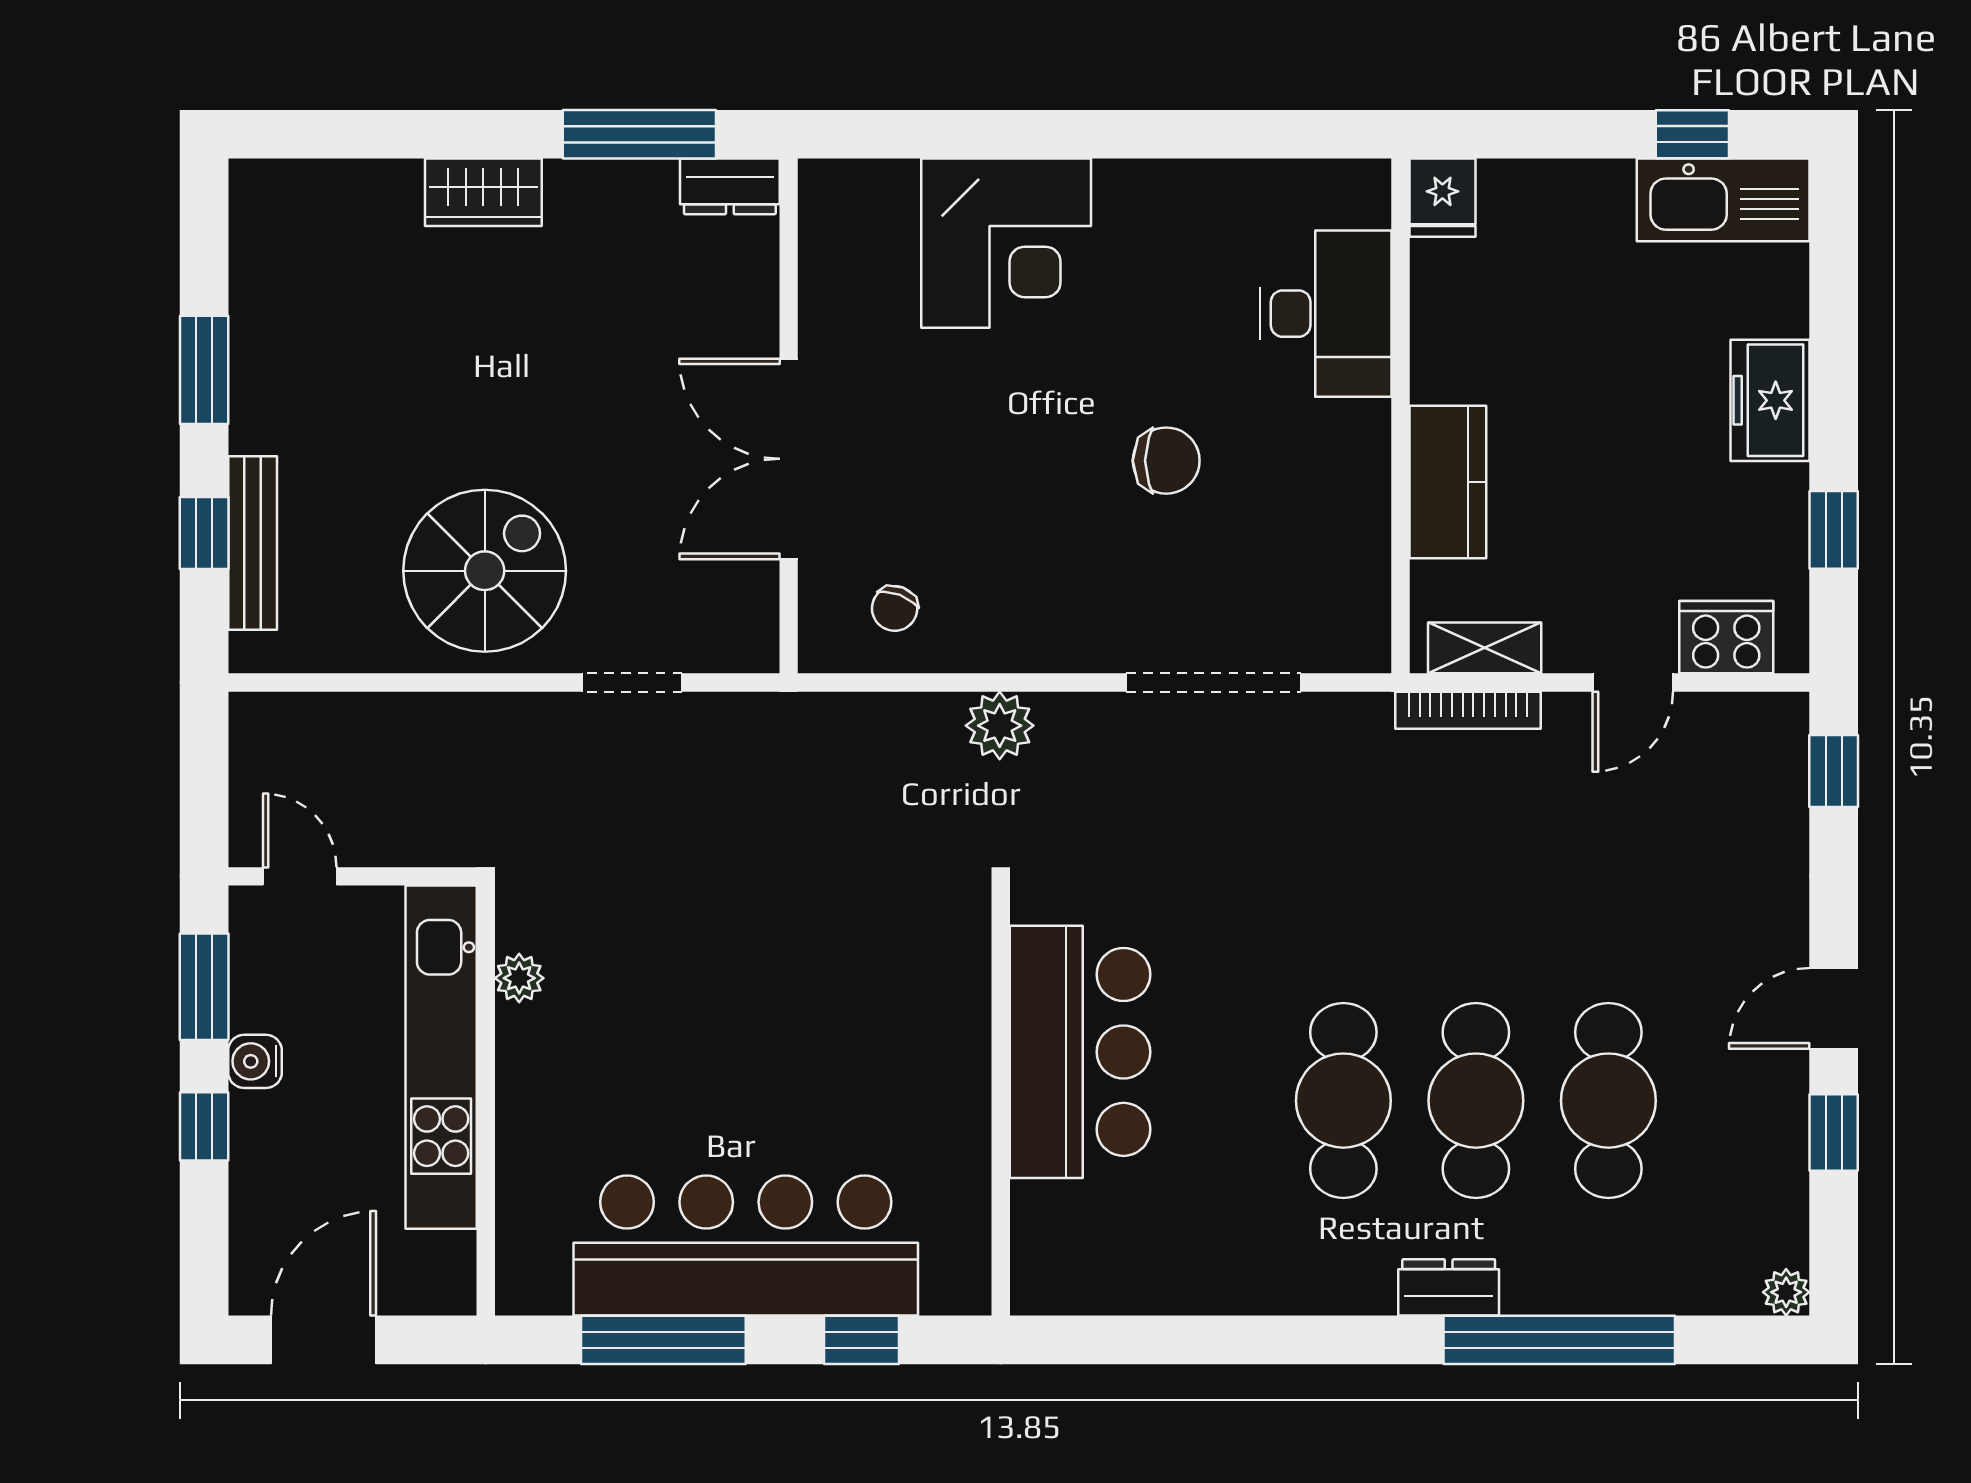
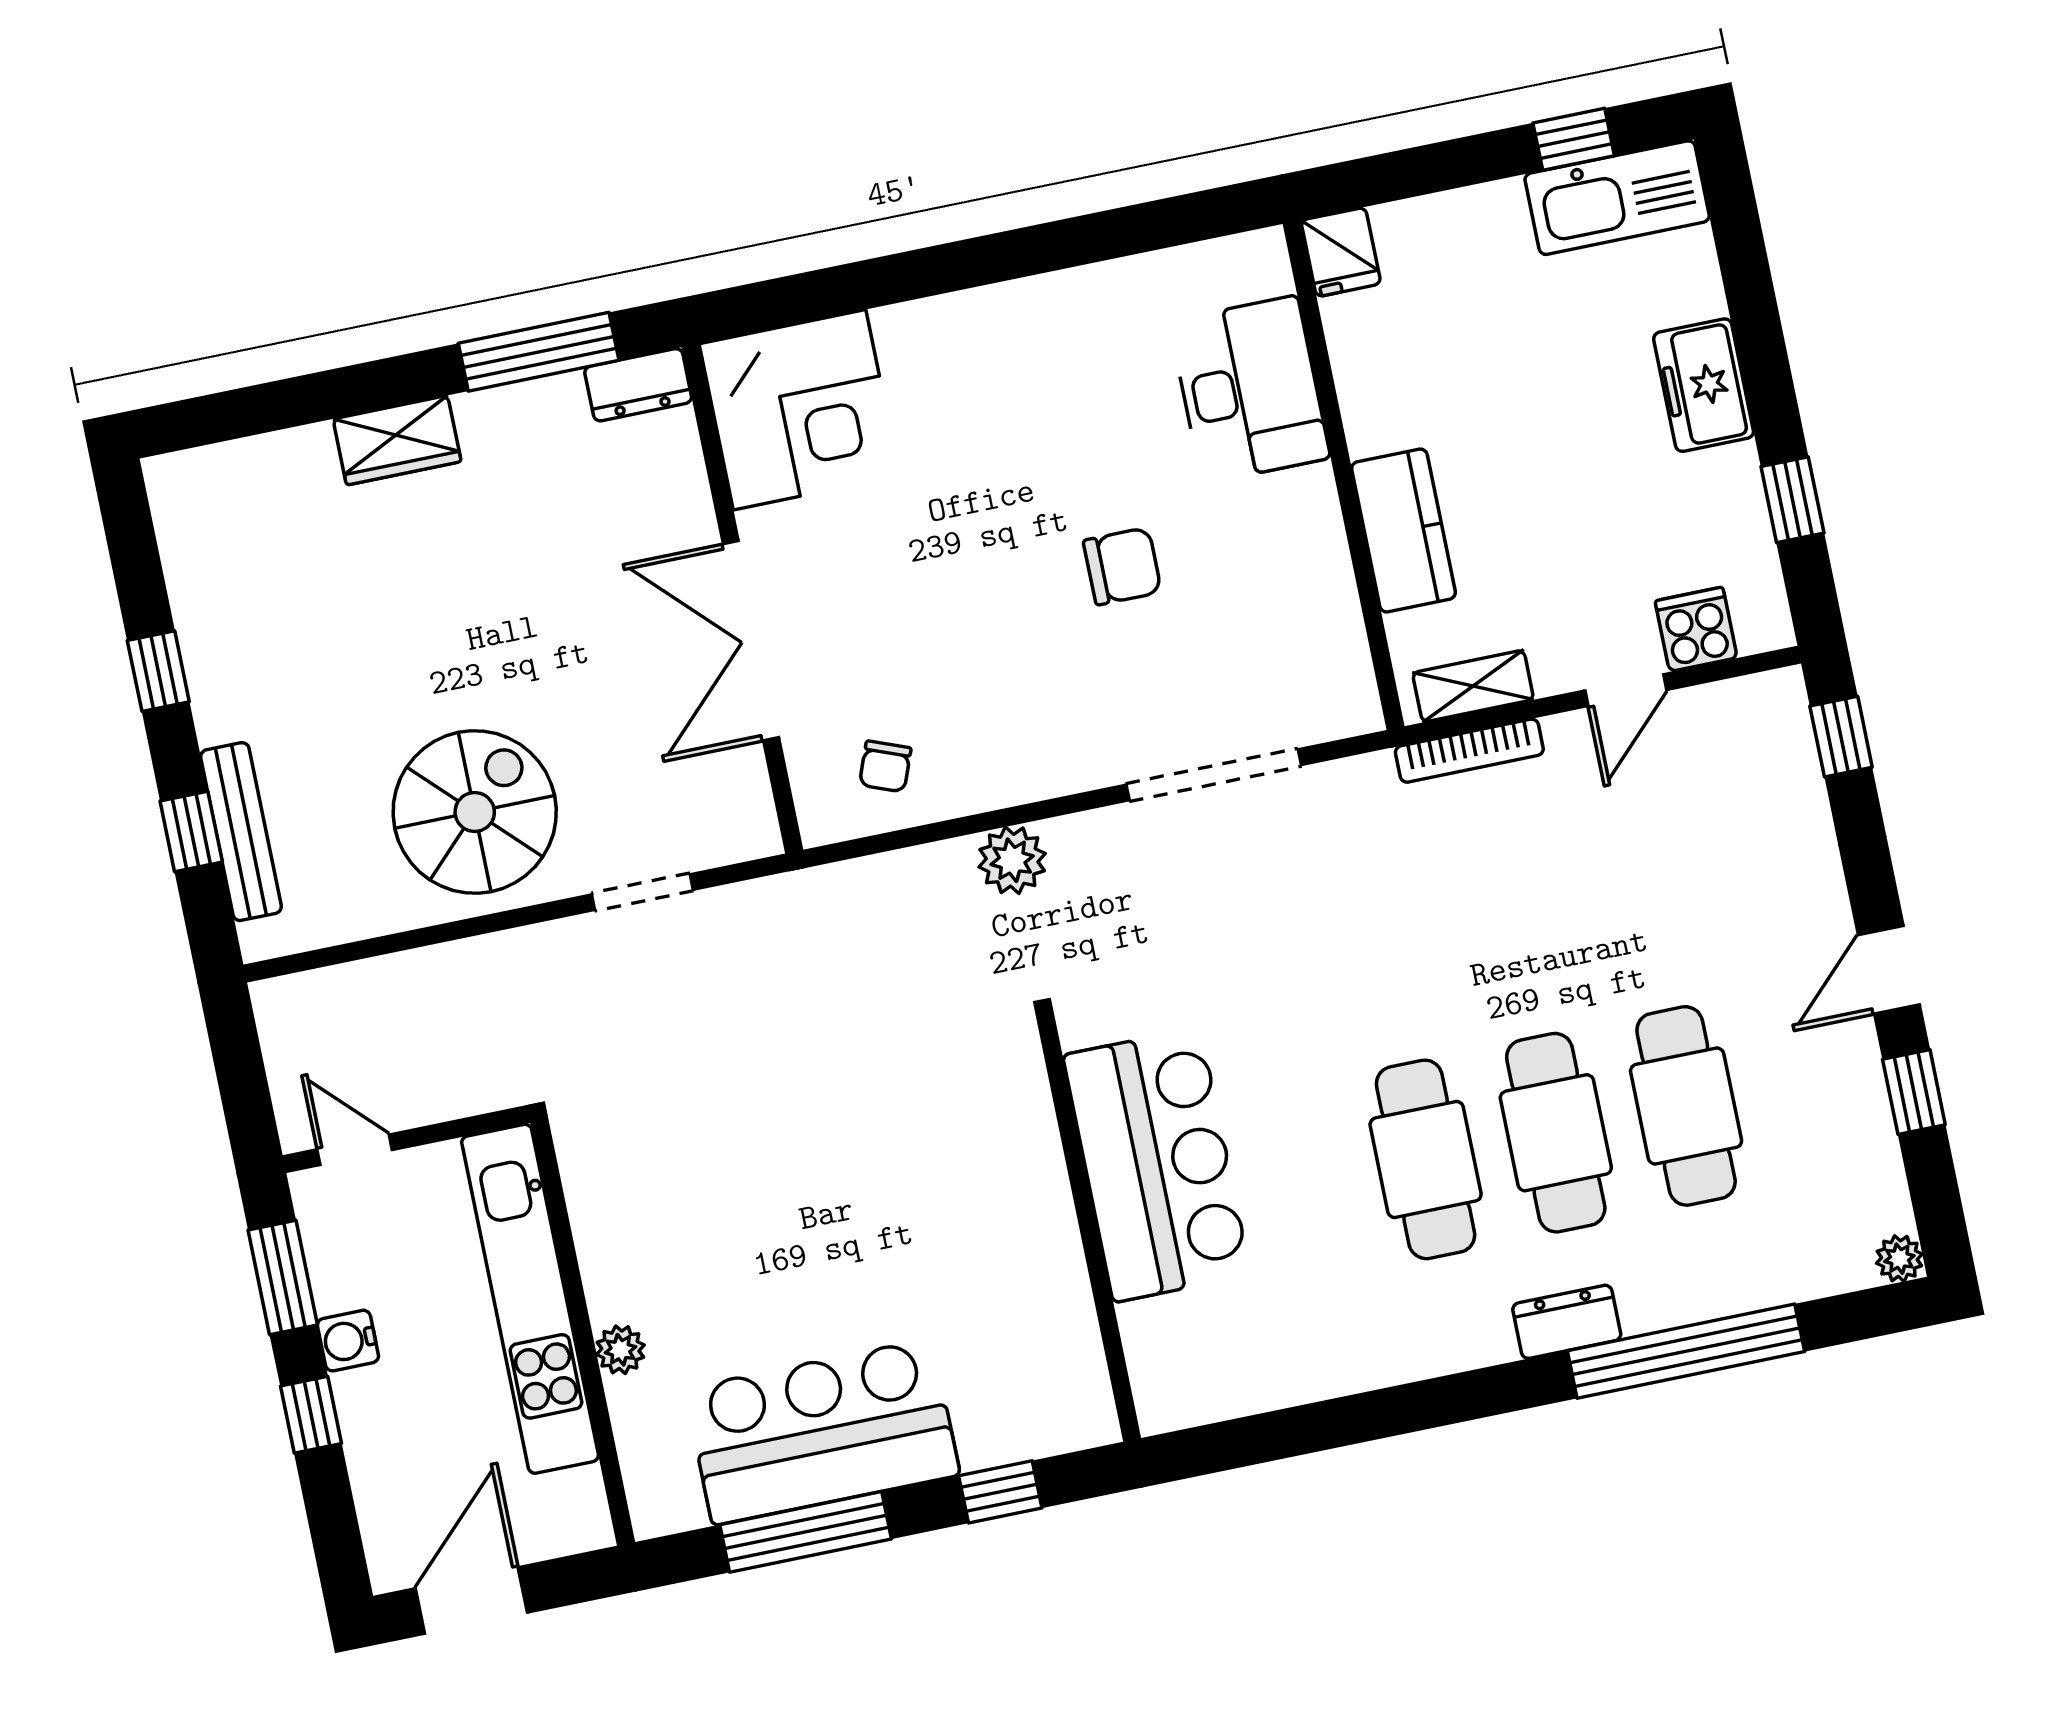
corner desk: (1006, 243) -> (800, 410), moved
window: (204, 370) -> (158, 671), width x0.67
cooker: (1726, 637) -> (1696, 629), width x0.73
plant: (519, 978) -> (620, 1350), moved
bar counter: (746, 1246) -> (822, 1432), width x0.73

